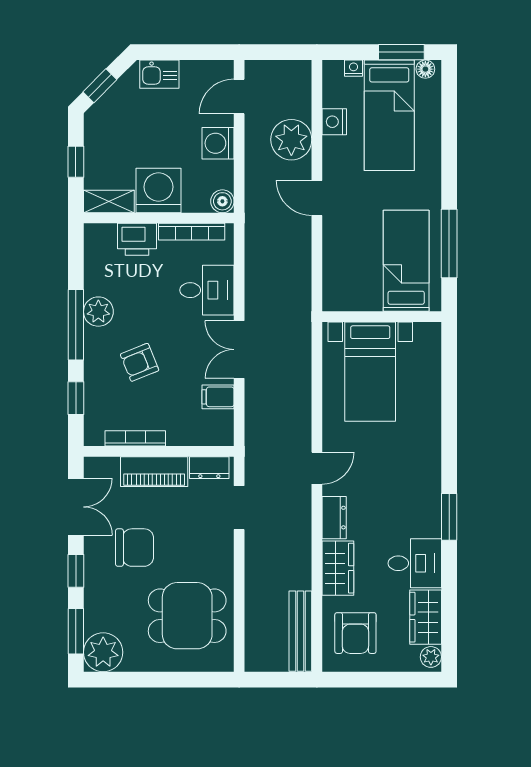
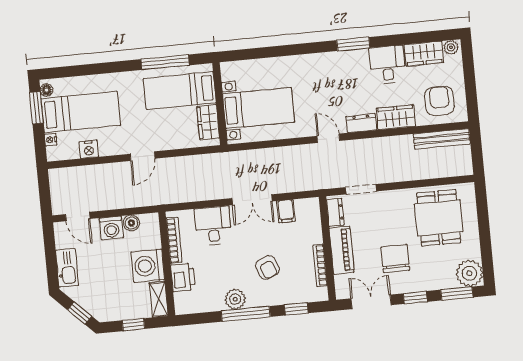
kitchen sink: (159, 74) -> (67, 268), width x1.38
plant: (291, 140) -> (104, 178), removed
boiler: (222, 201) -> (131, 223), moved
wardrobe: (357, 297) -> (208, 122), added
armchair: (355, 633) -> (439, 101), turned -90

